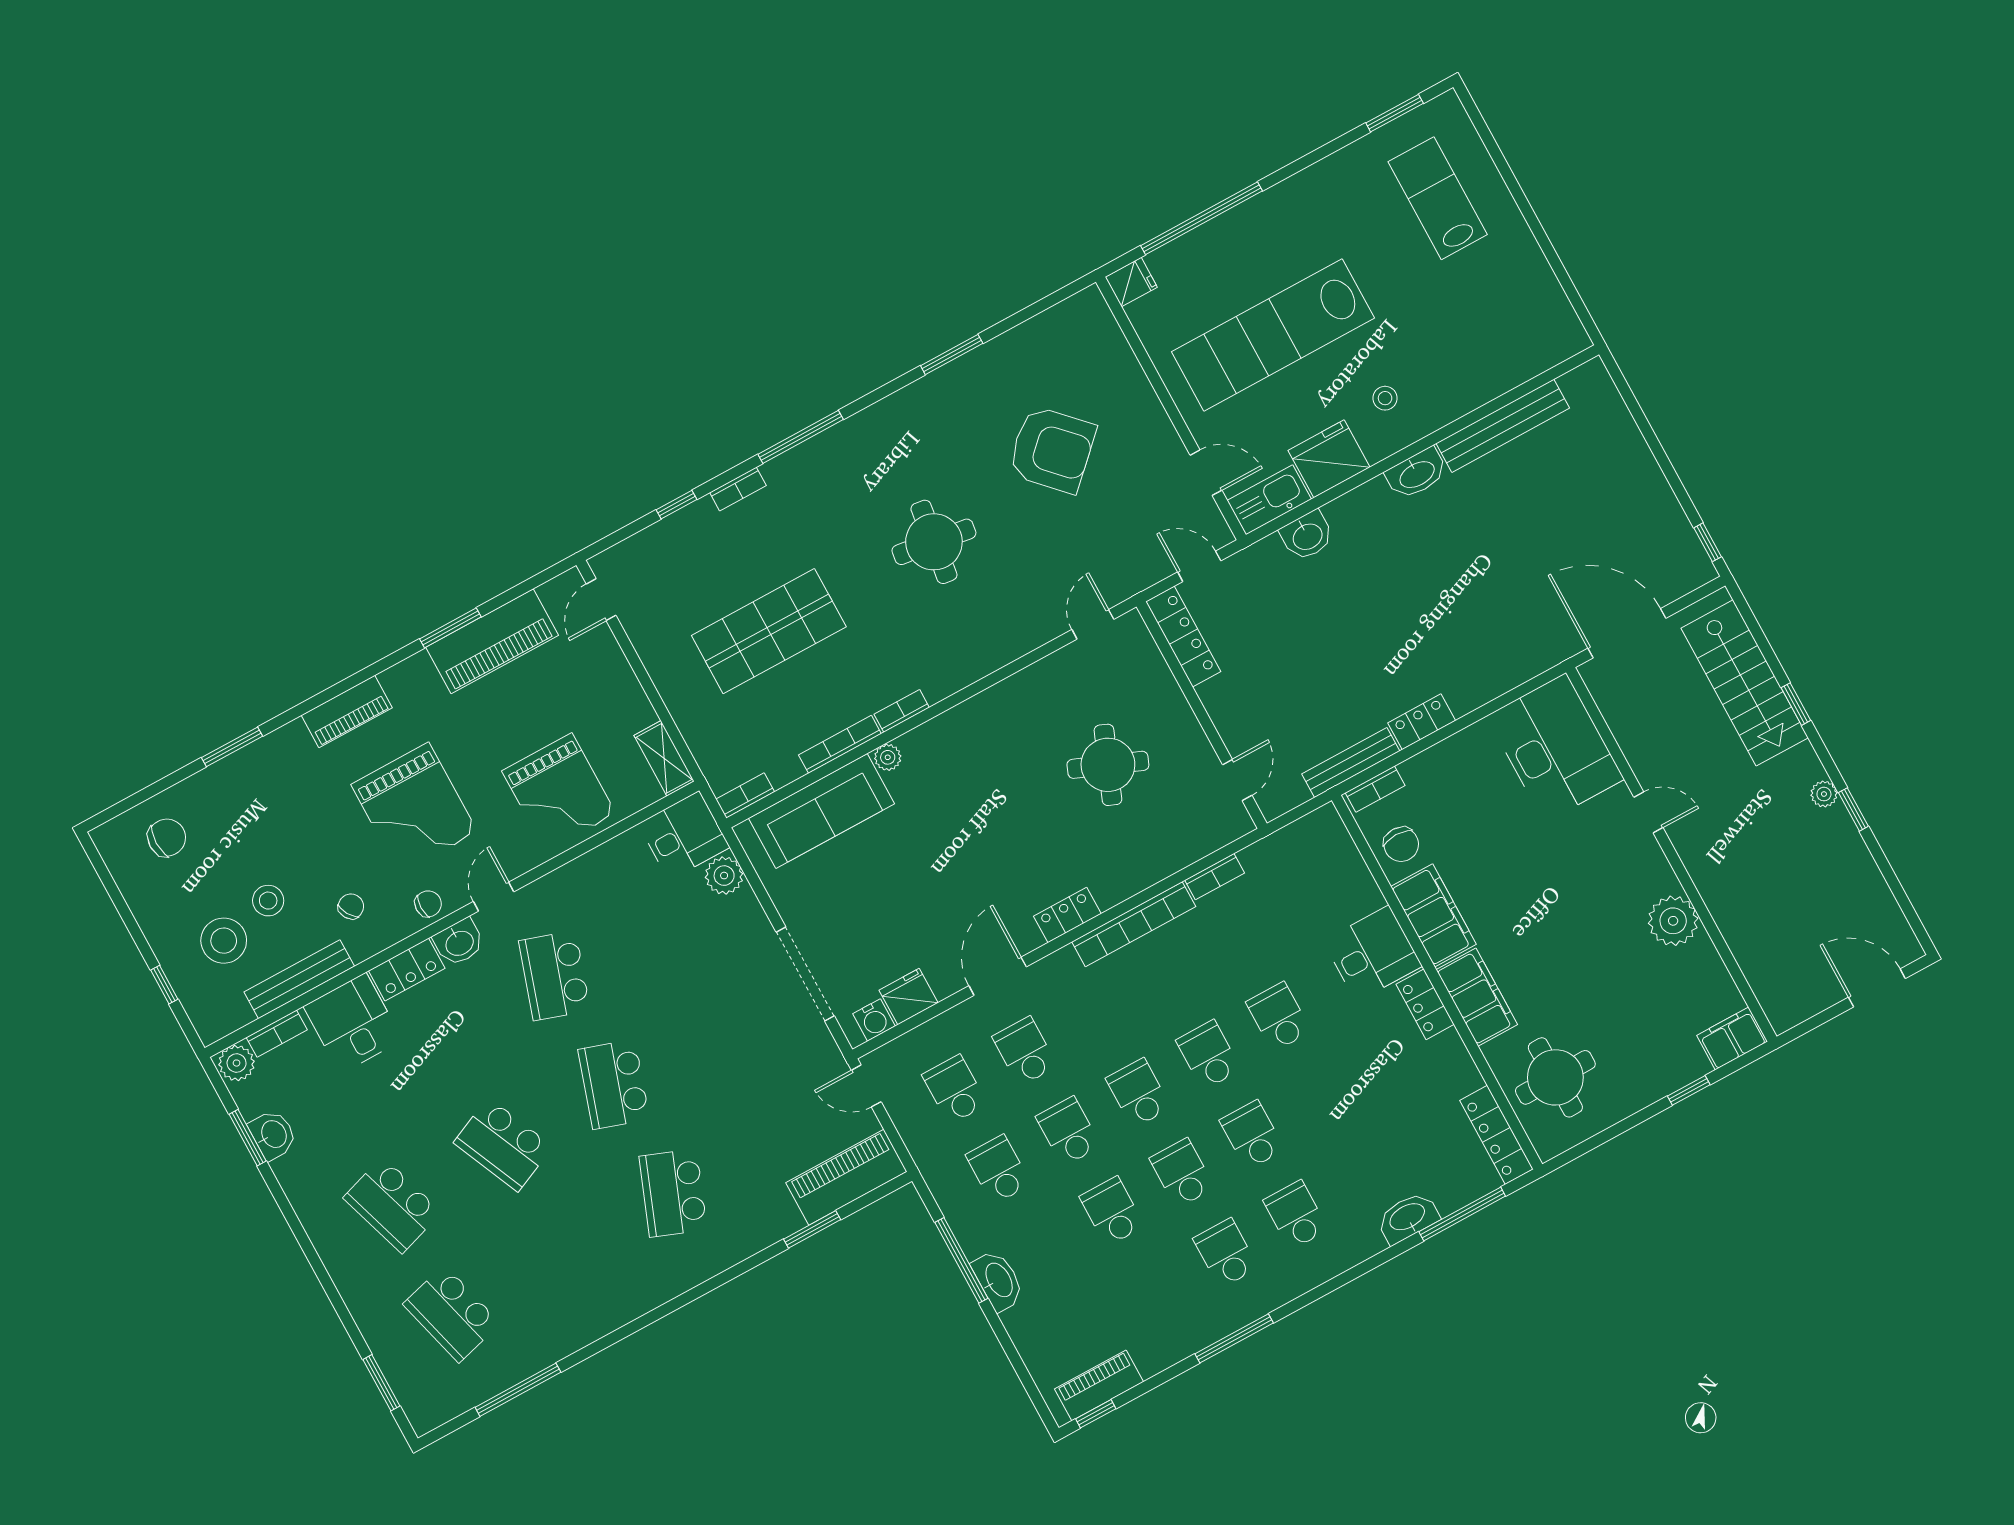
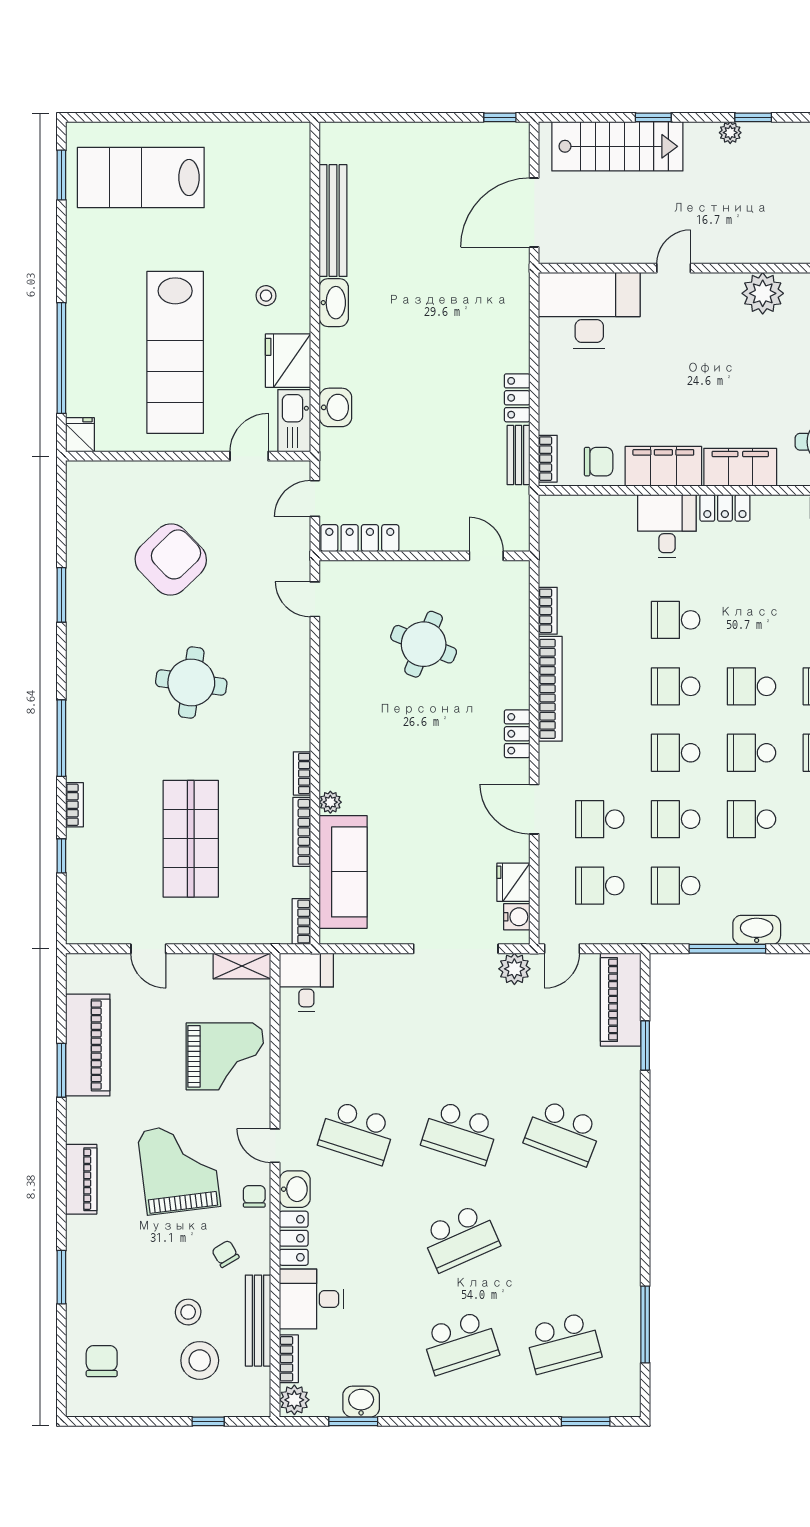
lab bench: (1438, 198) -> (141, 178), width x1.36, depth x1.39
door: (601, 600) -> (148, 949), moved
bench: (1351, 762) -> (519, 455), width x0.73
grand piano: (414, 808) -> (179, 1168), turned -97
plant: (724, 876) -> (514, 969), moved

